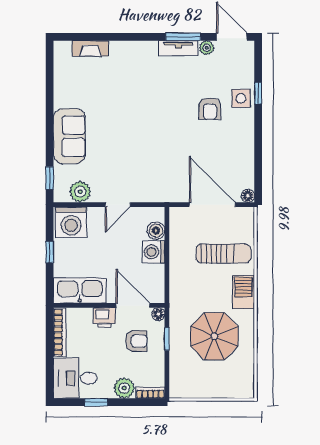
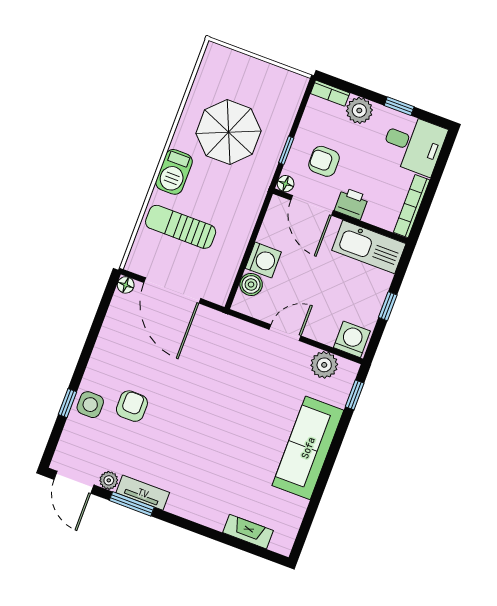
sofa: (69, 136) -> (308, 448), width x1.36
washing machine: (71, 222) -> (352, 339), width x0.73, depth x0.73

